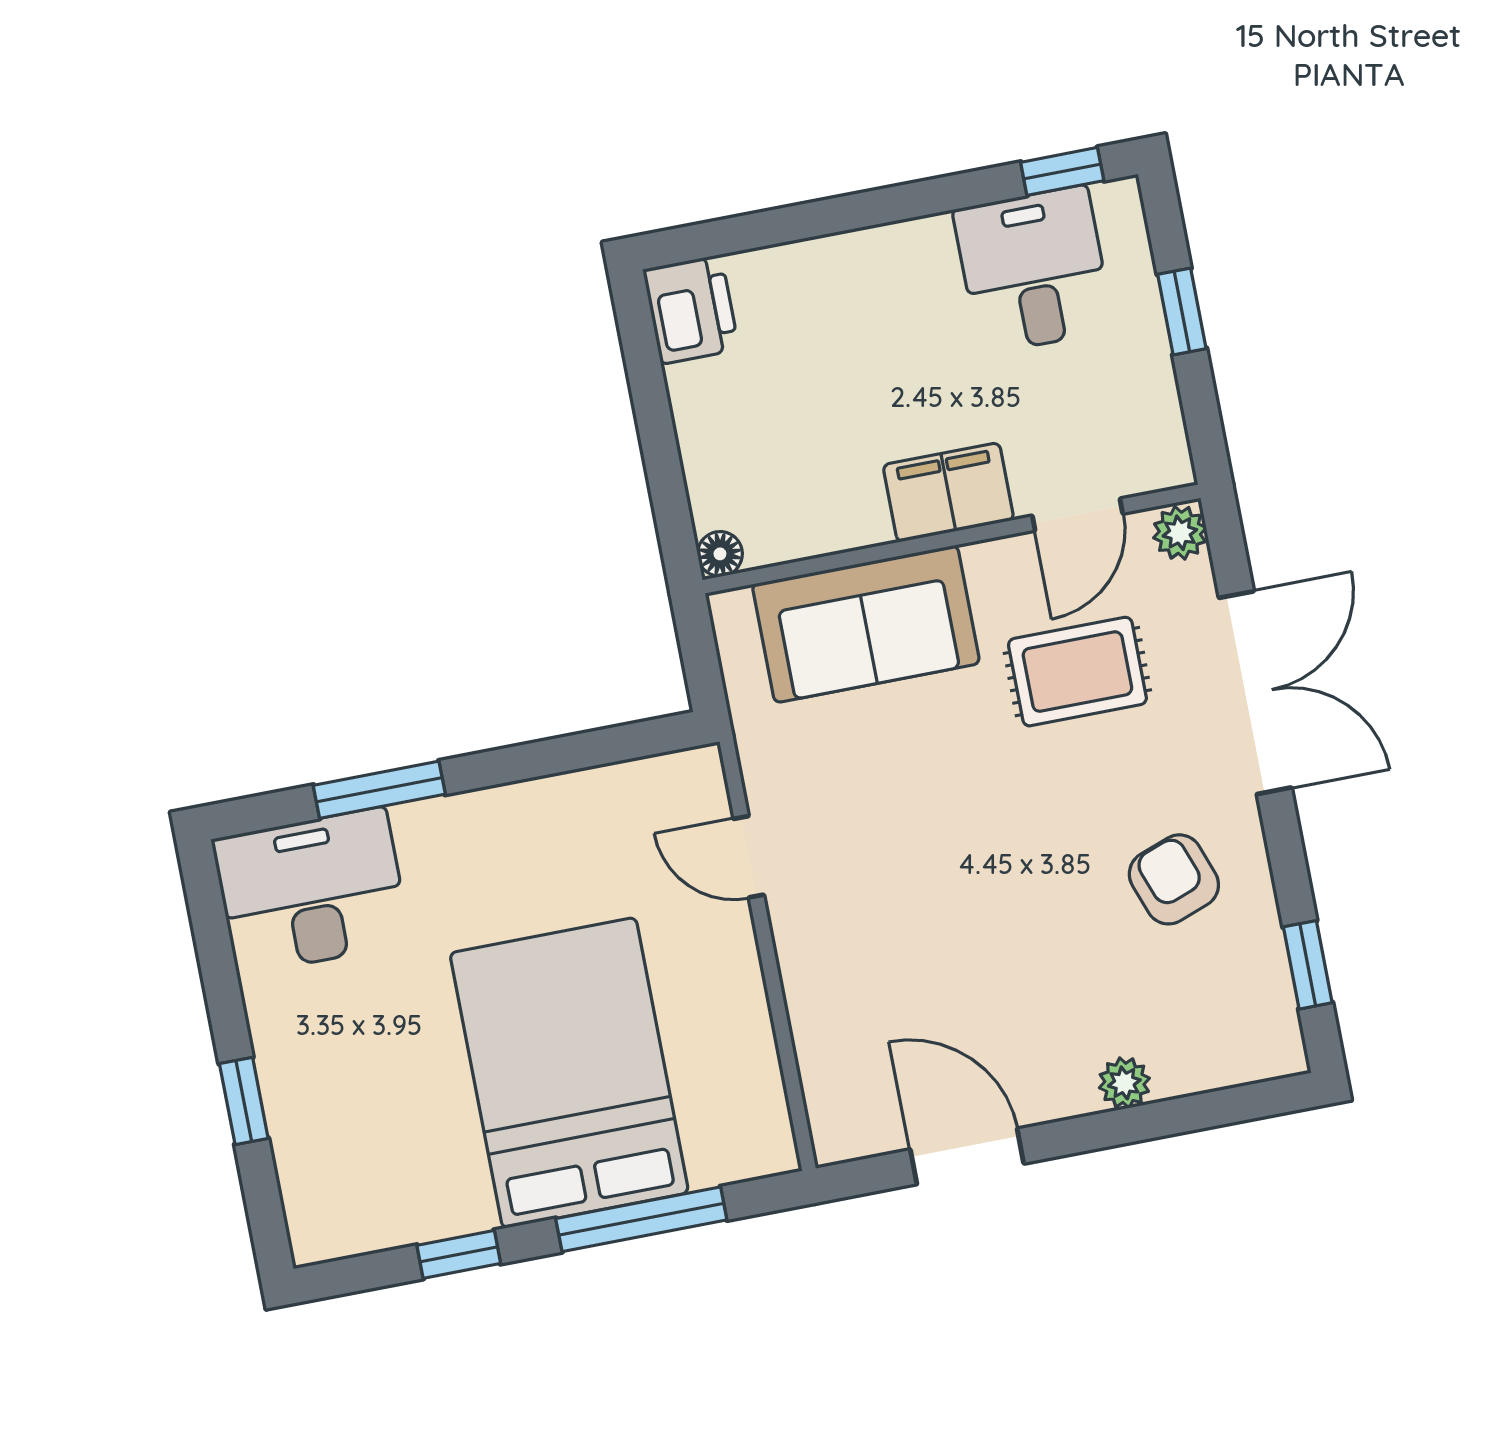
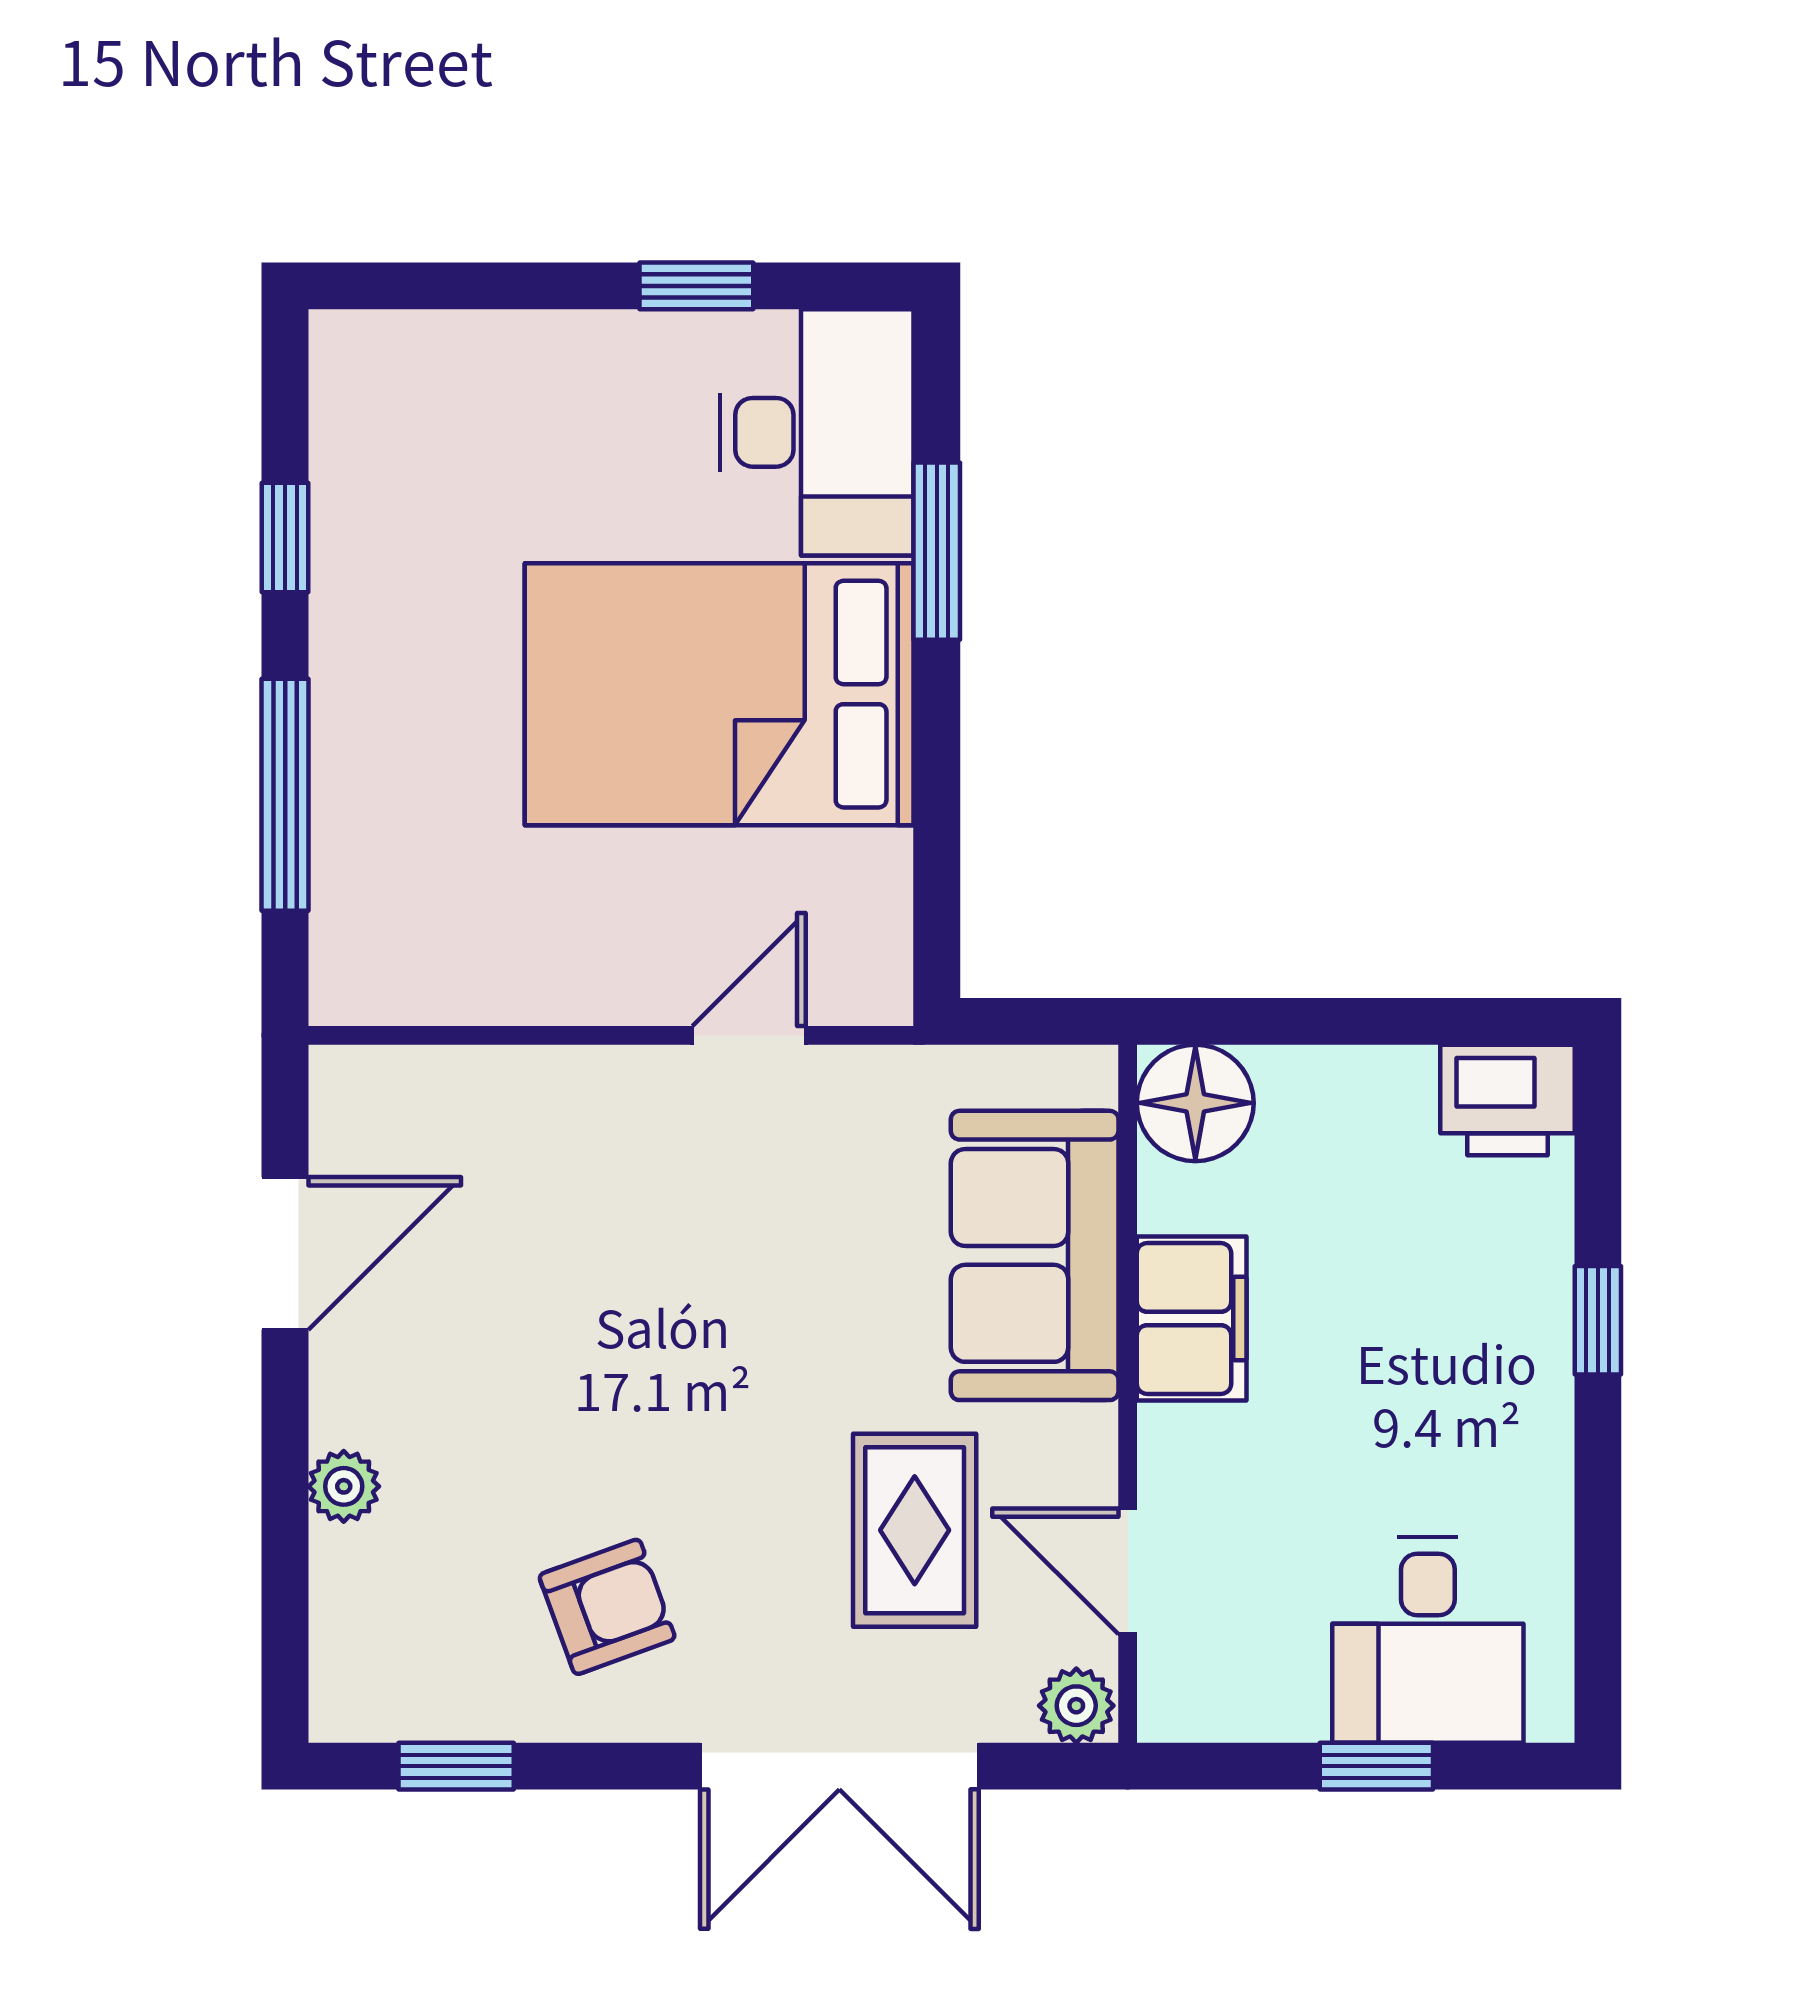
window: (1062, 171) -> (1598, 1320), moved
desk: (1033, 270) -> (1428, 1640), moved, turned 90
filing cabinet: (948, 492) -> (1192, 1318), moved
floor lamp: (720, 554) -> (1195, 1103), width x1.89, depth x1.89
bed: (569, 1073) -> (719, 694), moved, turned 180
window: (244, 1101) -> (696, 286), moved

